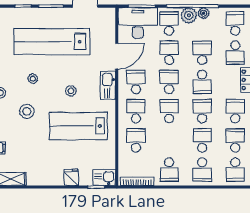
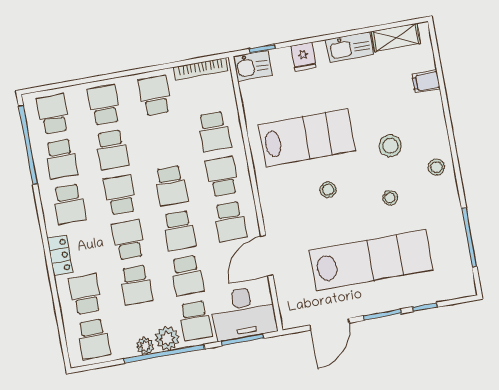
kitchen sink: (108, 85) -> (350, 47), moved, turned 90
school desk: (136, 111) -> (222, 176), turned 180
school desk: (202, 111) -> (120, 195), turned 180

